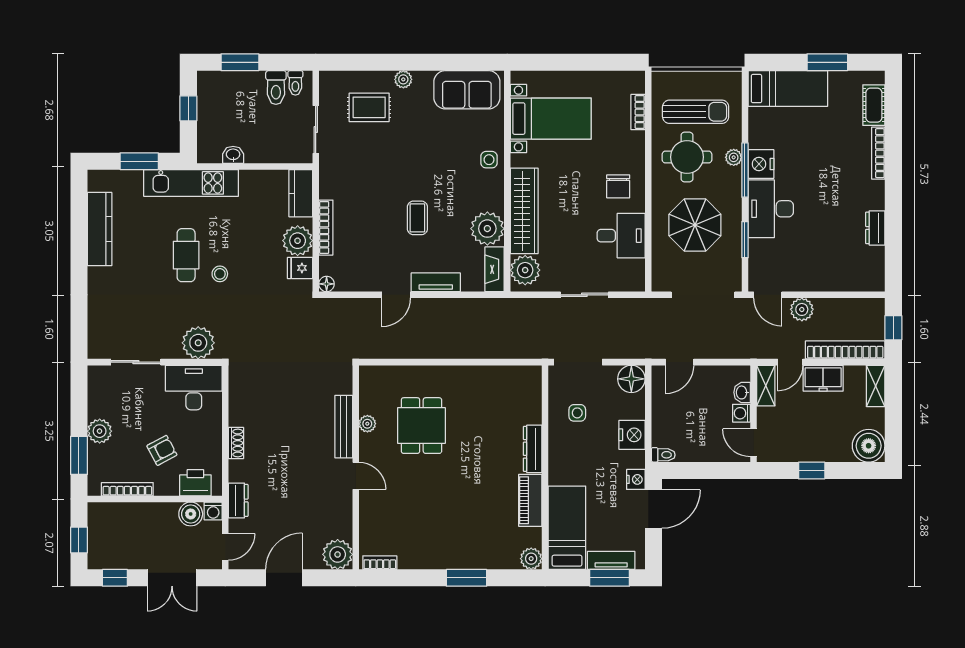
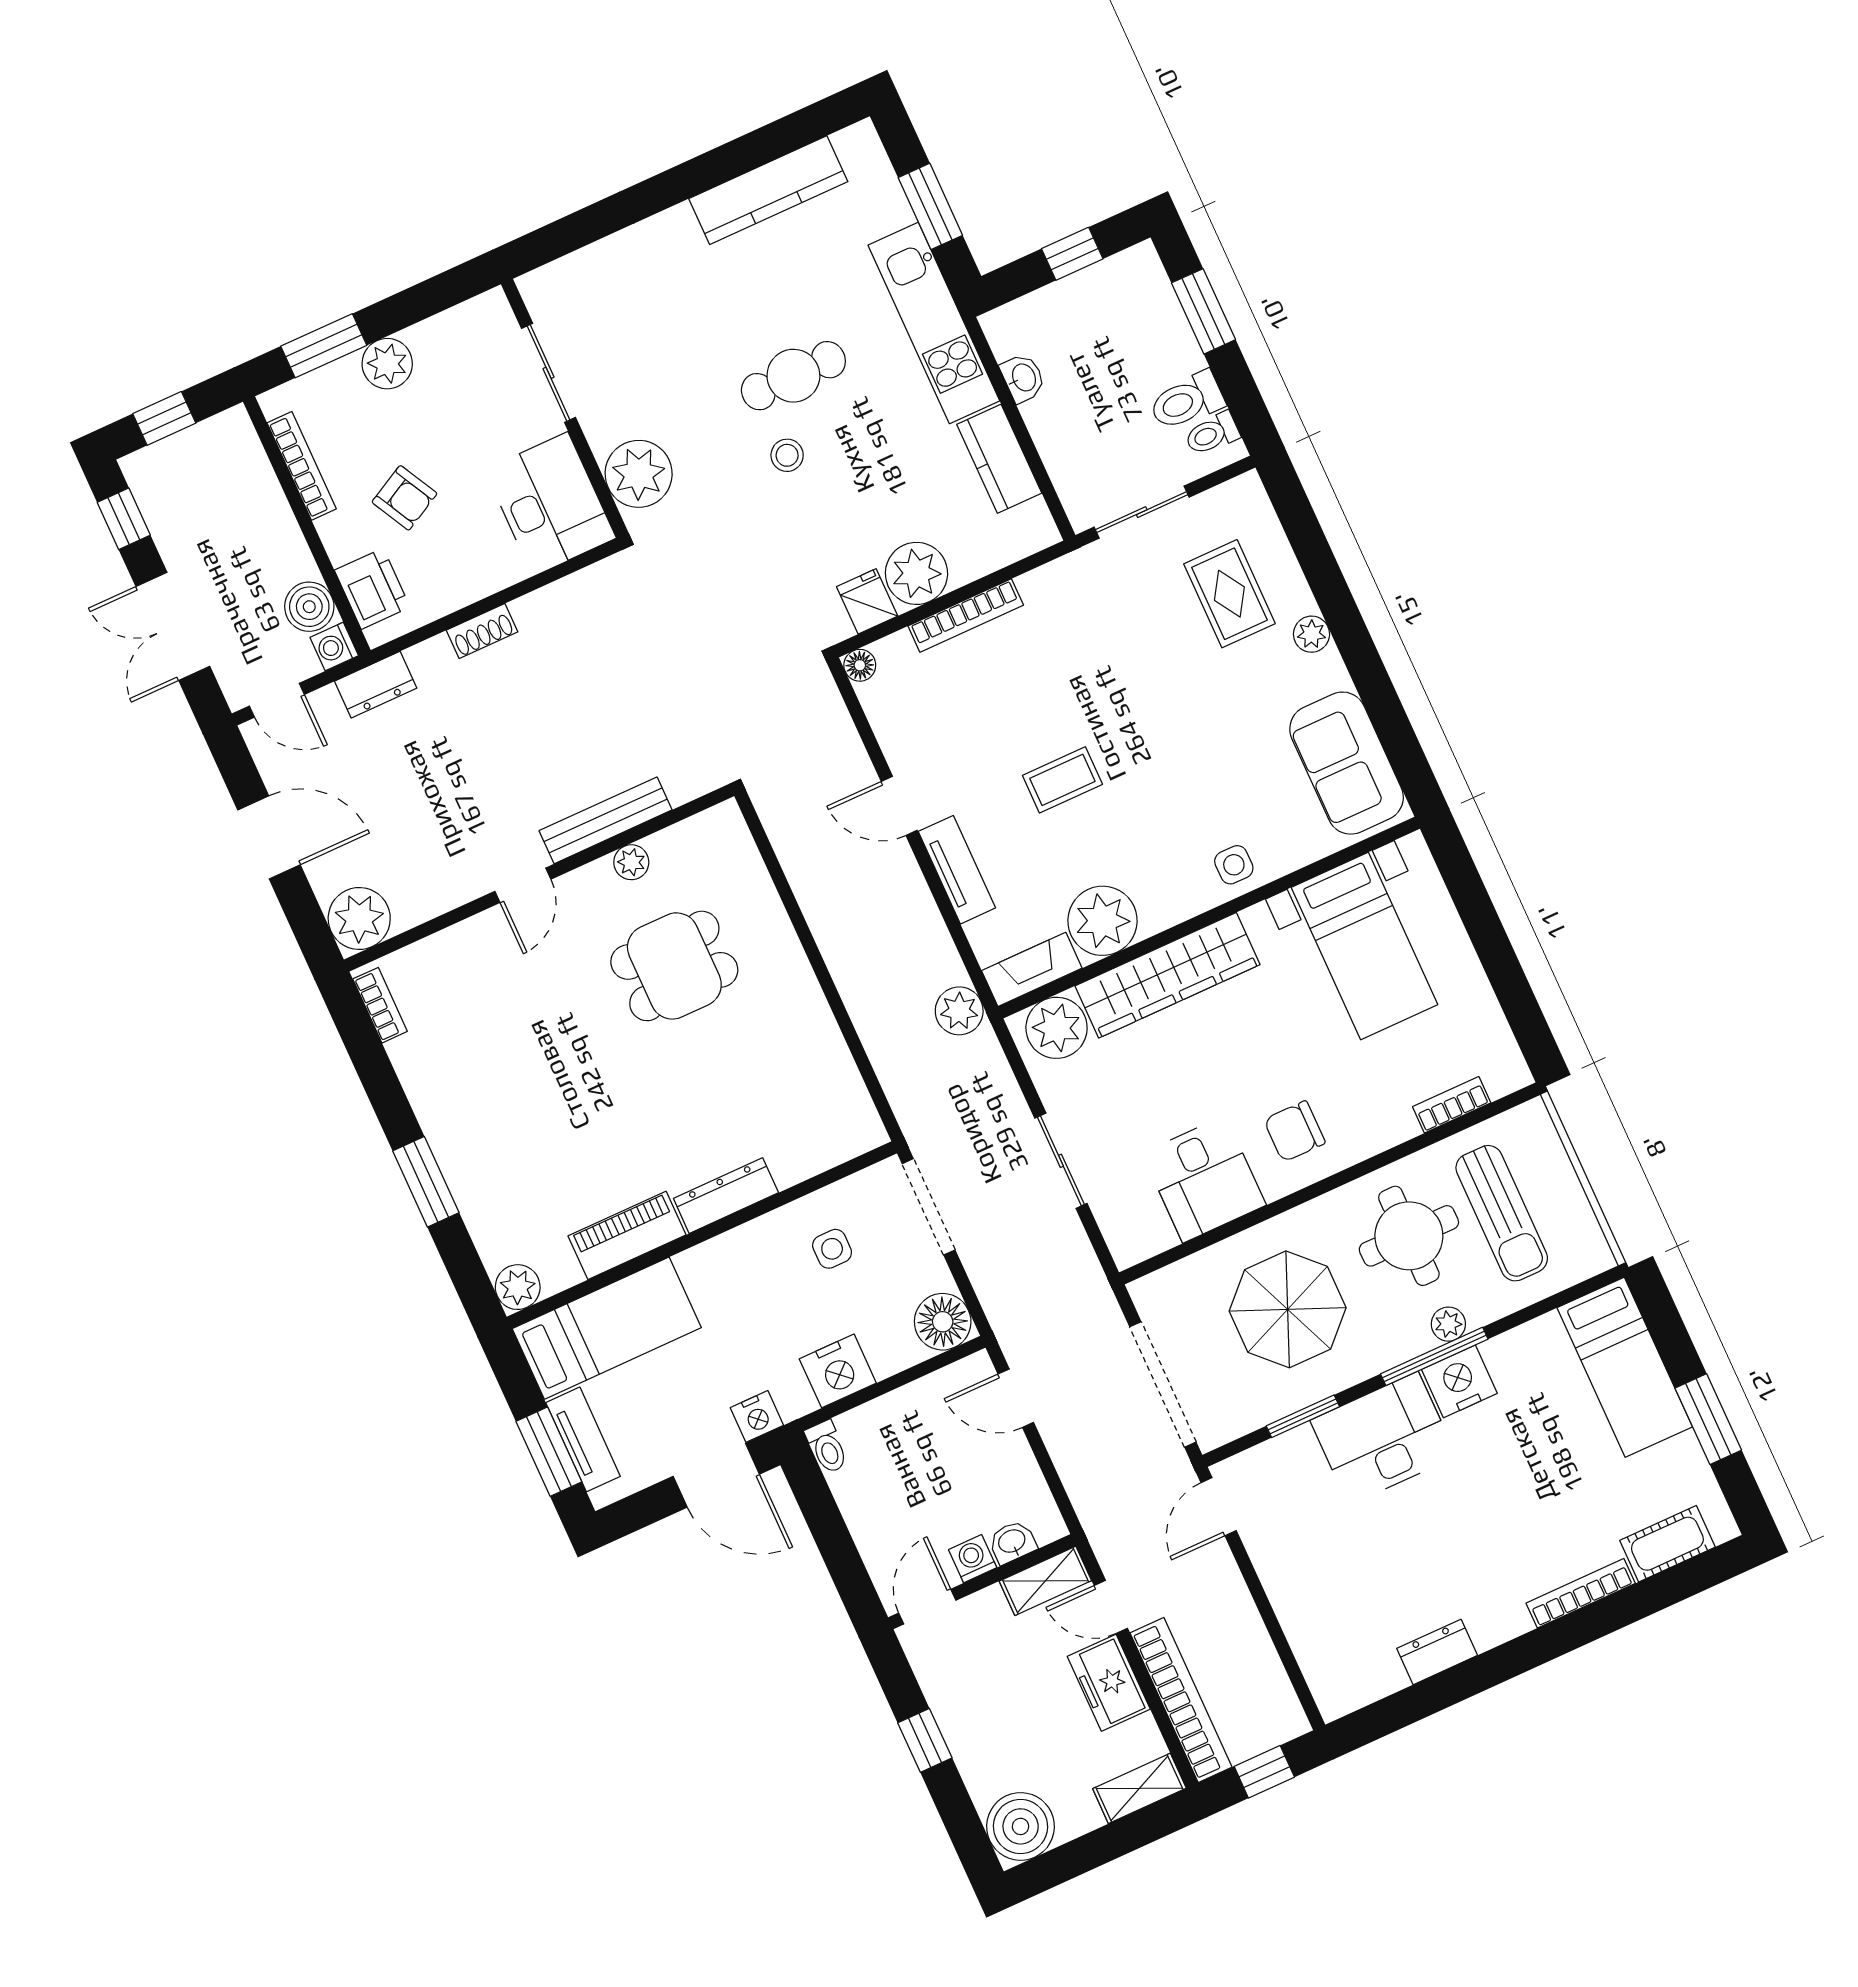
kitchen counter: (301, 193) -> (999, 459), moved, turned -90
plant: (802, 309) -> (959, 1011), moved

